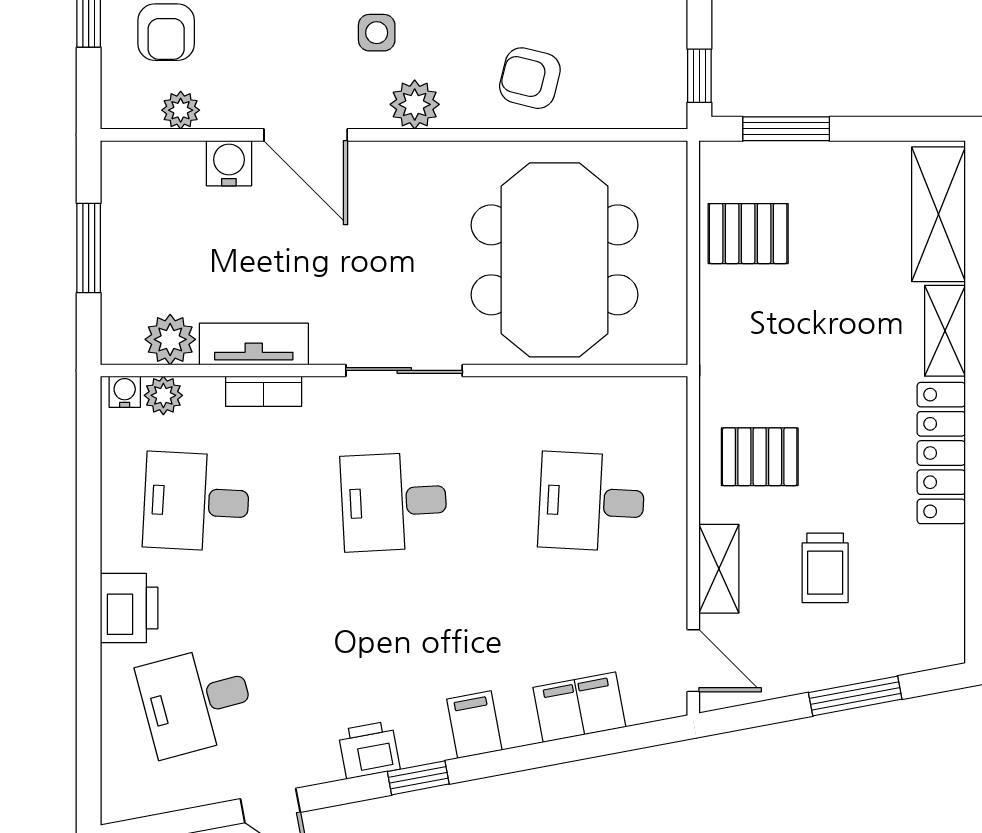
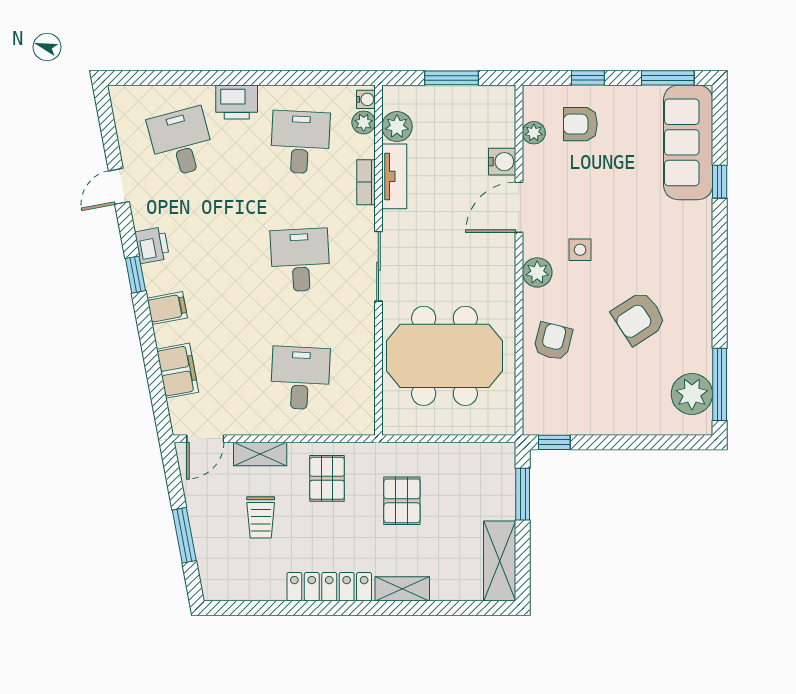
shelving: (939, 214) -> (500, 561), moved, turned 90
pallet: (748, 234) -> (402, 501), moved
trolley: (825, 568) -> (261, 517), turned -90

